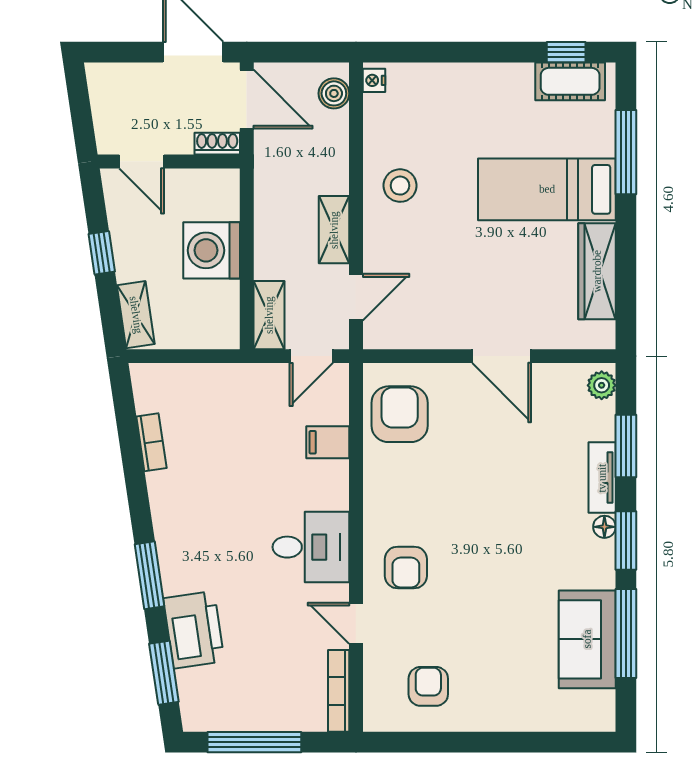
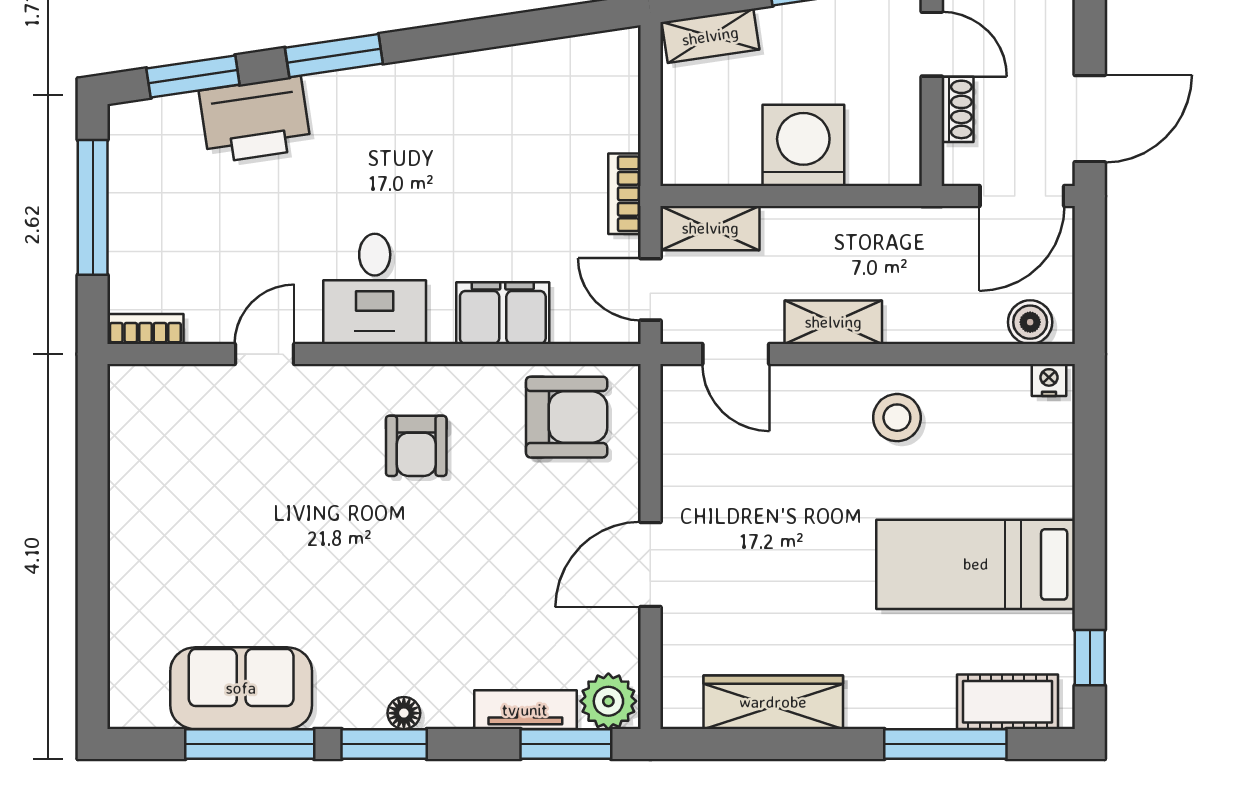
cot: (570, 81) -> (1008, 702), moved, turned 90
shoe rack: (217, 144) -> (958, 109), moved
door: (142, 161) -> (932, 44), swing flipped
bed: (547, 189) -> (976, 564), moved, turned -90
plant: (602, 385) -> (608, 701), width x1.38, depth x1.38
bookcase: (151, 442) -> (624, 194), moved, turned 98
filing cabinet: (328, 442) -> (503, 313), width x2.00
window: (626, 446) -> (566, 744), moved
tv unit: (602, 478) -> (525, 710), moved
armchair: (406, 567) -> (416, 446), moved, turned -90
armchair: (428, 686) -> (173, 458), removed
bookcase: (339, 691) -> (145, 329), width x0.64

